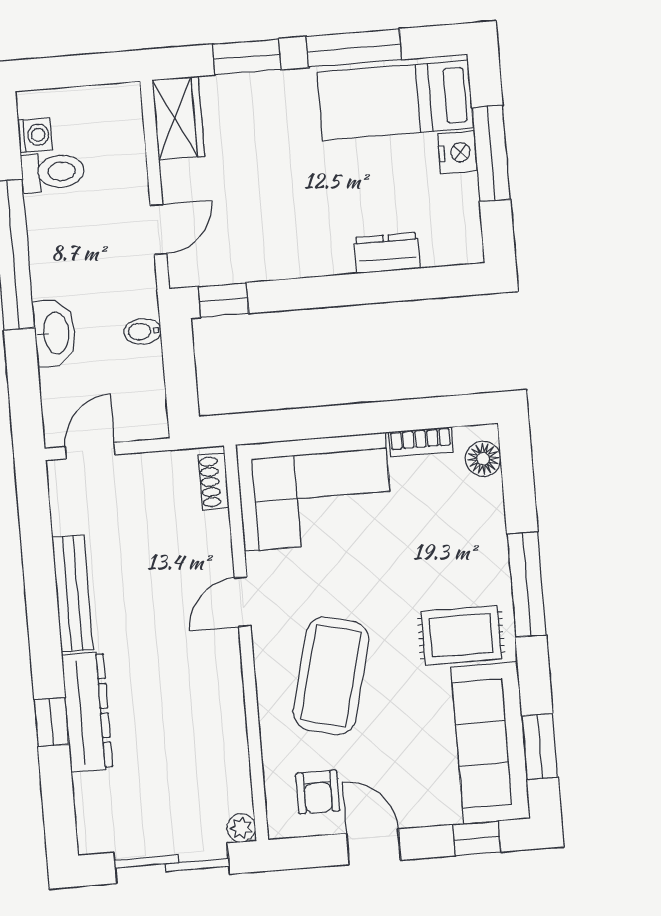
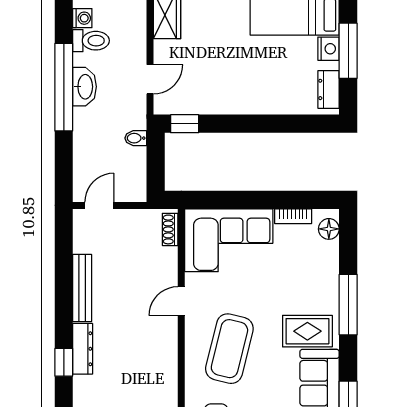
dresser: (387, 253) -> (329, 89), moved, turned -90
washbasin: (55, 333) -> (85, 87), moved
dresser: (87, 712) -> (83, 349), width x0.73, depth x0.80

